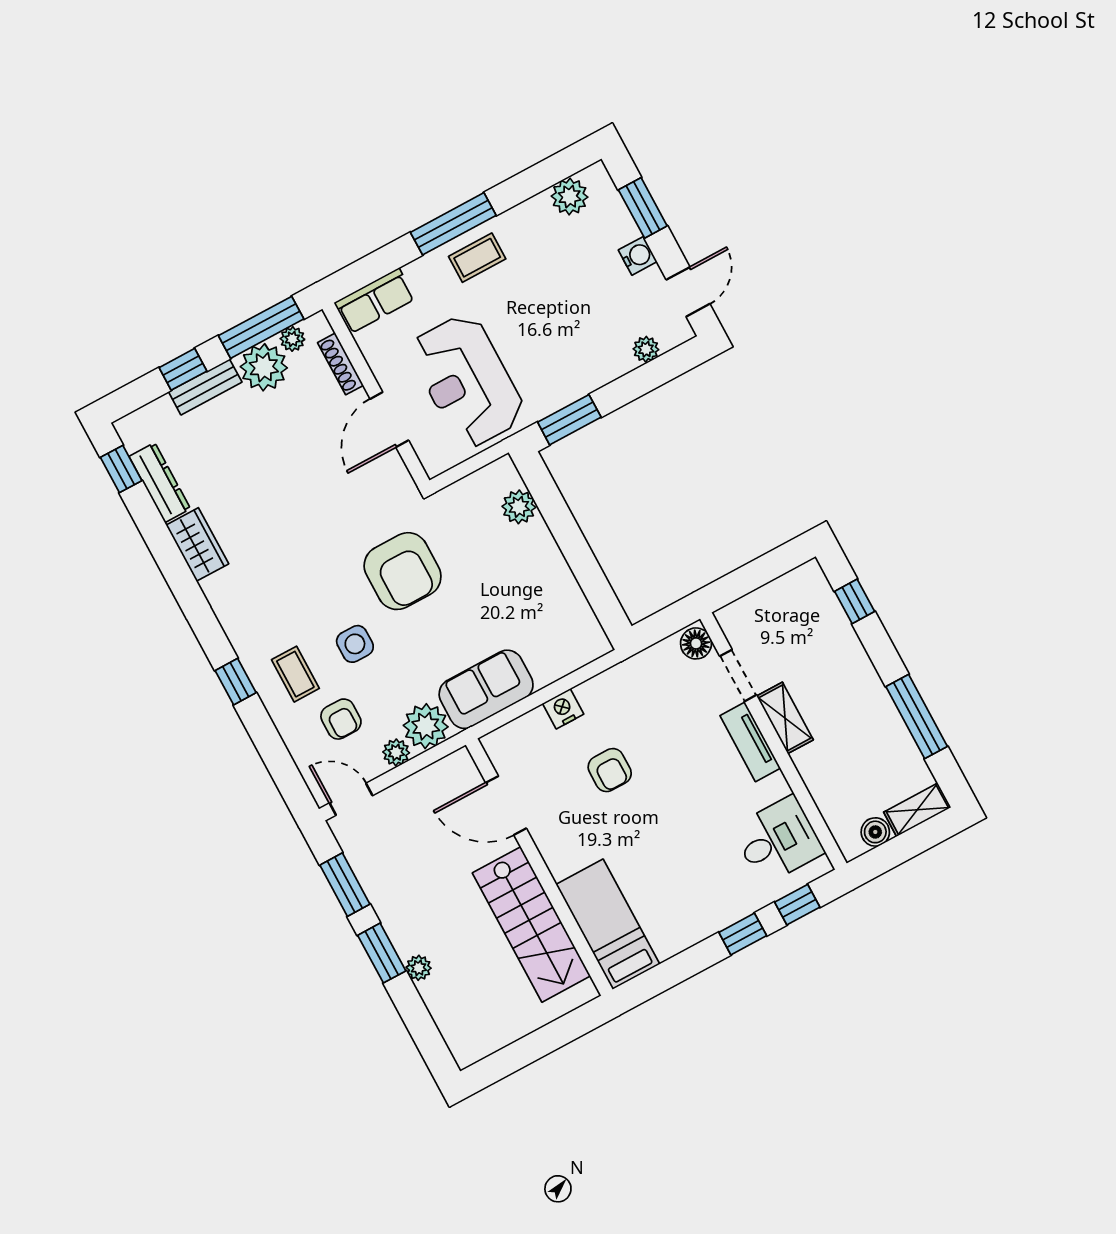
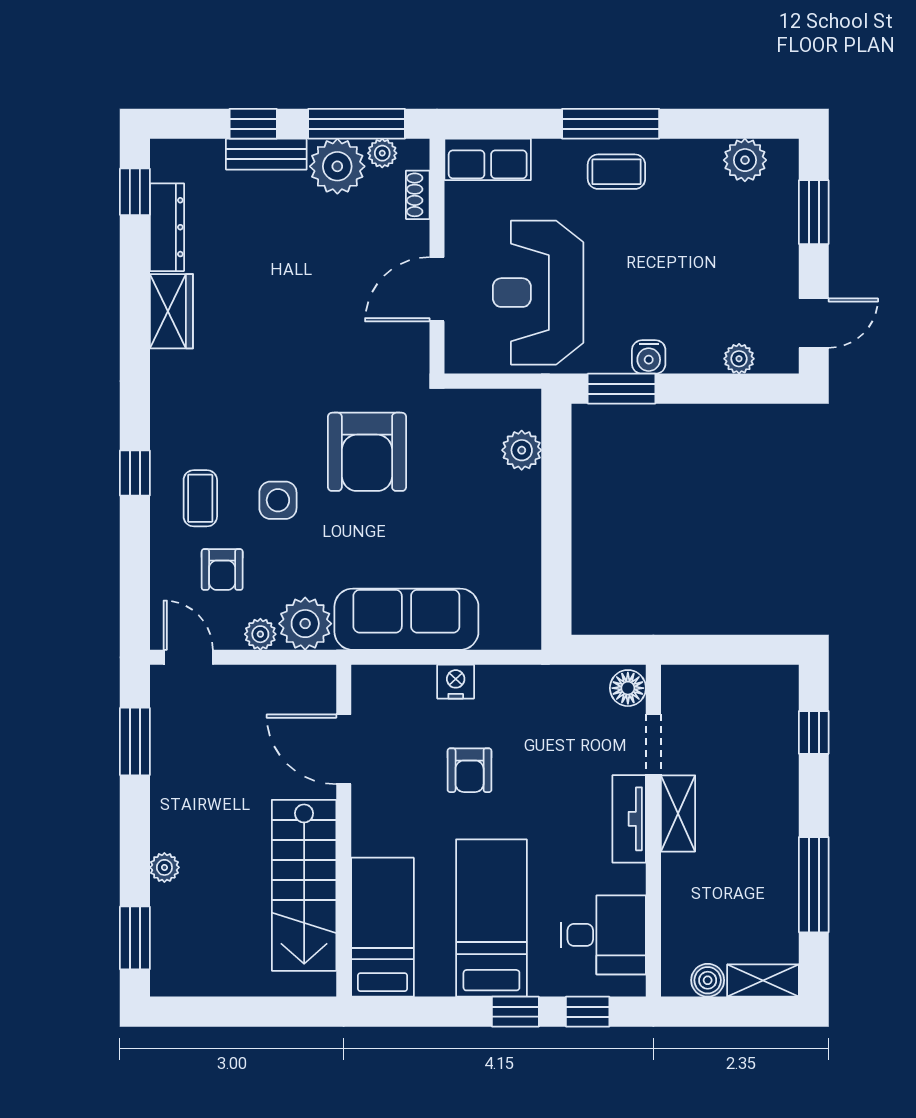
water cooler: (638, 256) -> (649, 357), moved, turned 90
shoe rack: (341, 364) -> (418, 195), width x0.70
sofa: (486, 689) -> (406, 619), width x1.36
bed: (686, 873) -> (491, 918), added
window: (382, 953) -> (135, 938), moved

